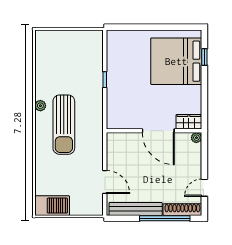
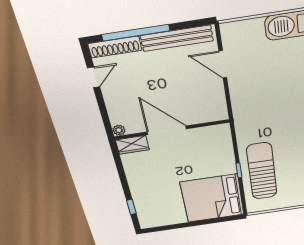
bed: (176, 61) -> (212, 198), moved, turned 180
sun lounger: (64, 125) -> (262, 171), moved

